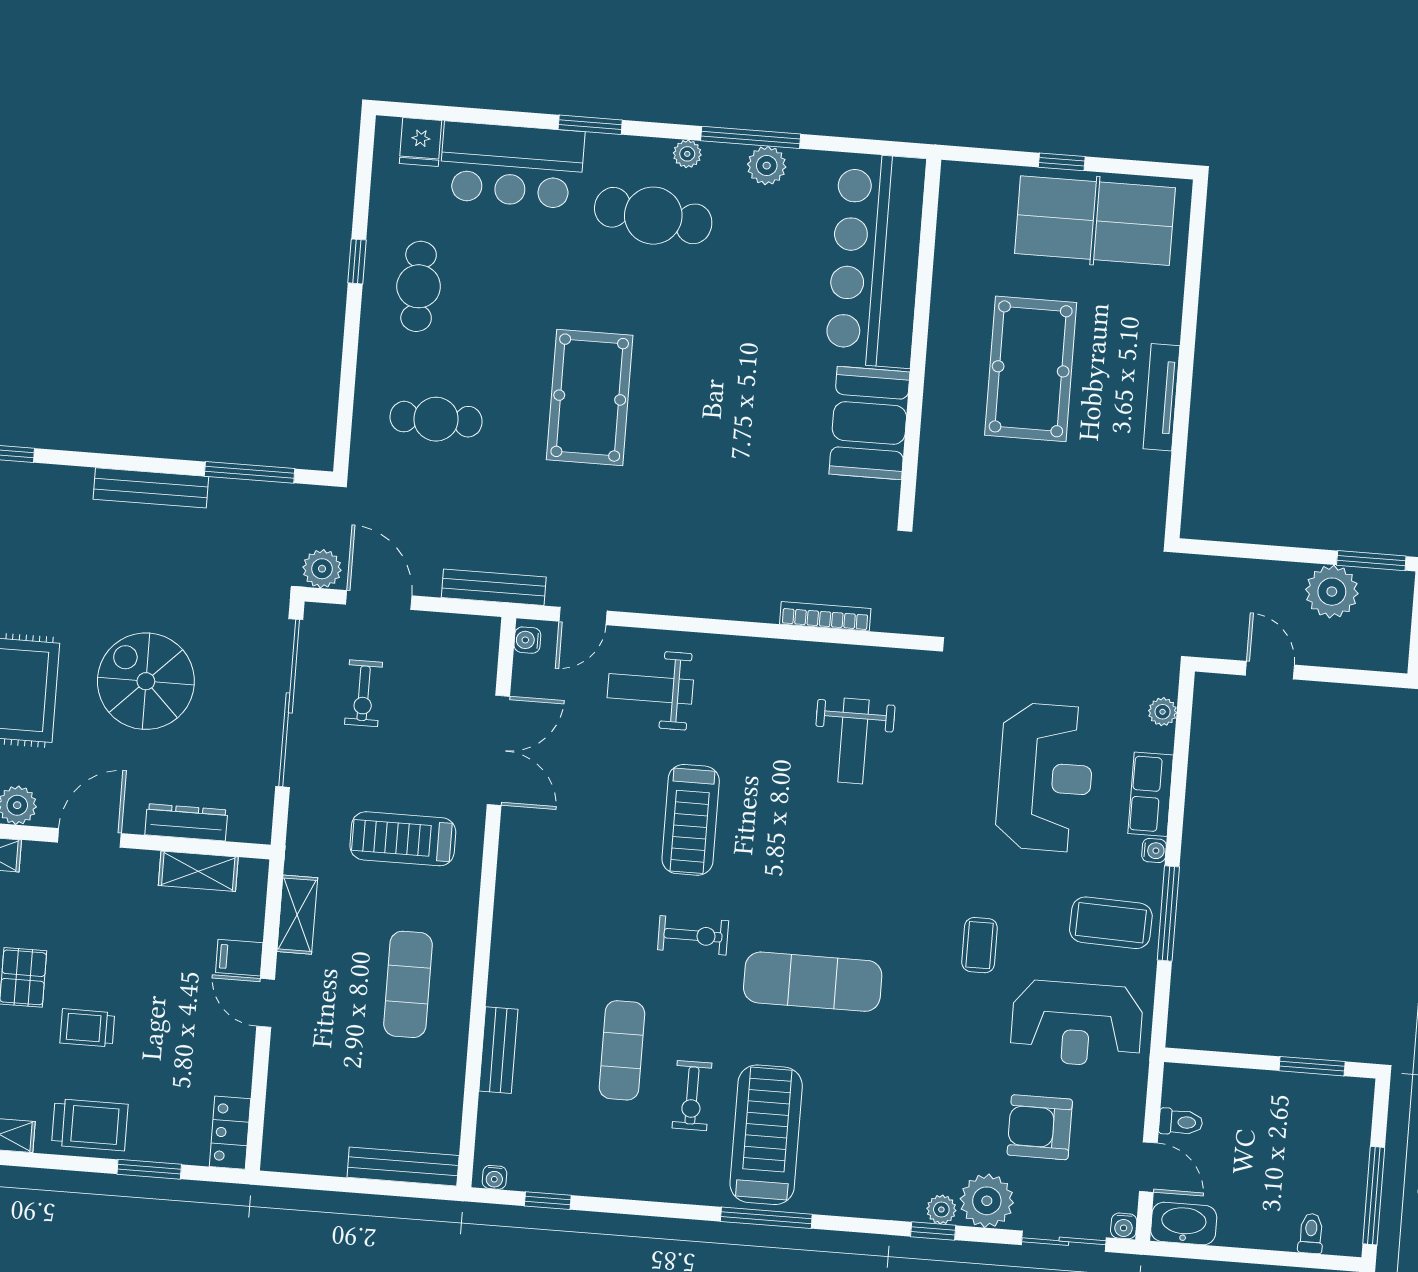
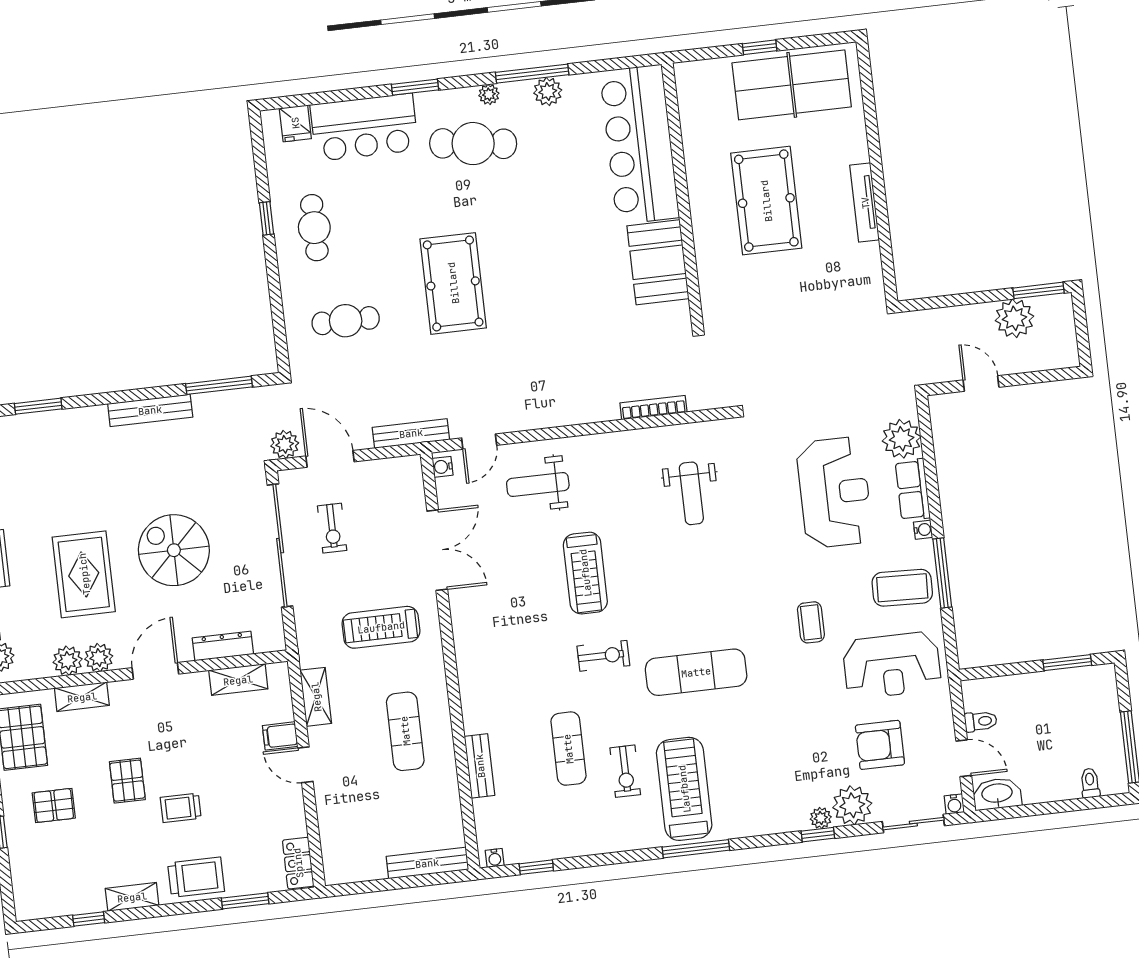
plant: (1163, 712) -> (902, 439), width x1.87, depth x1.87

